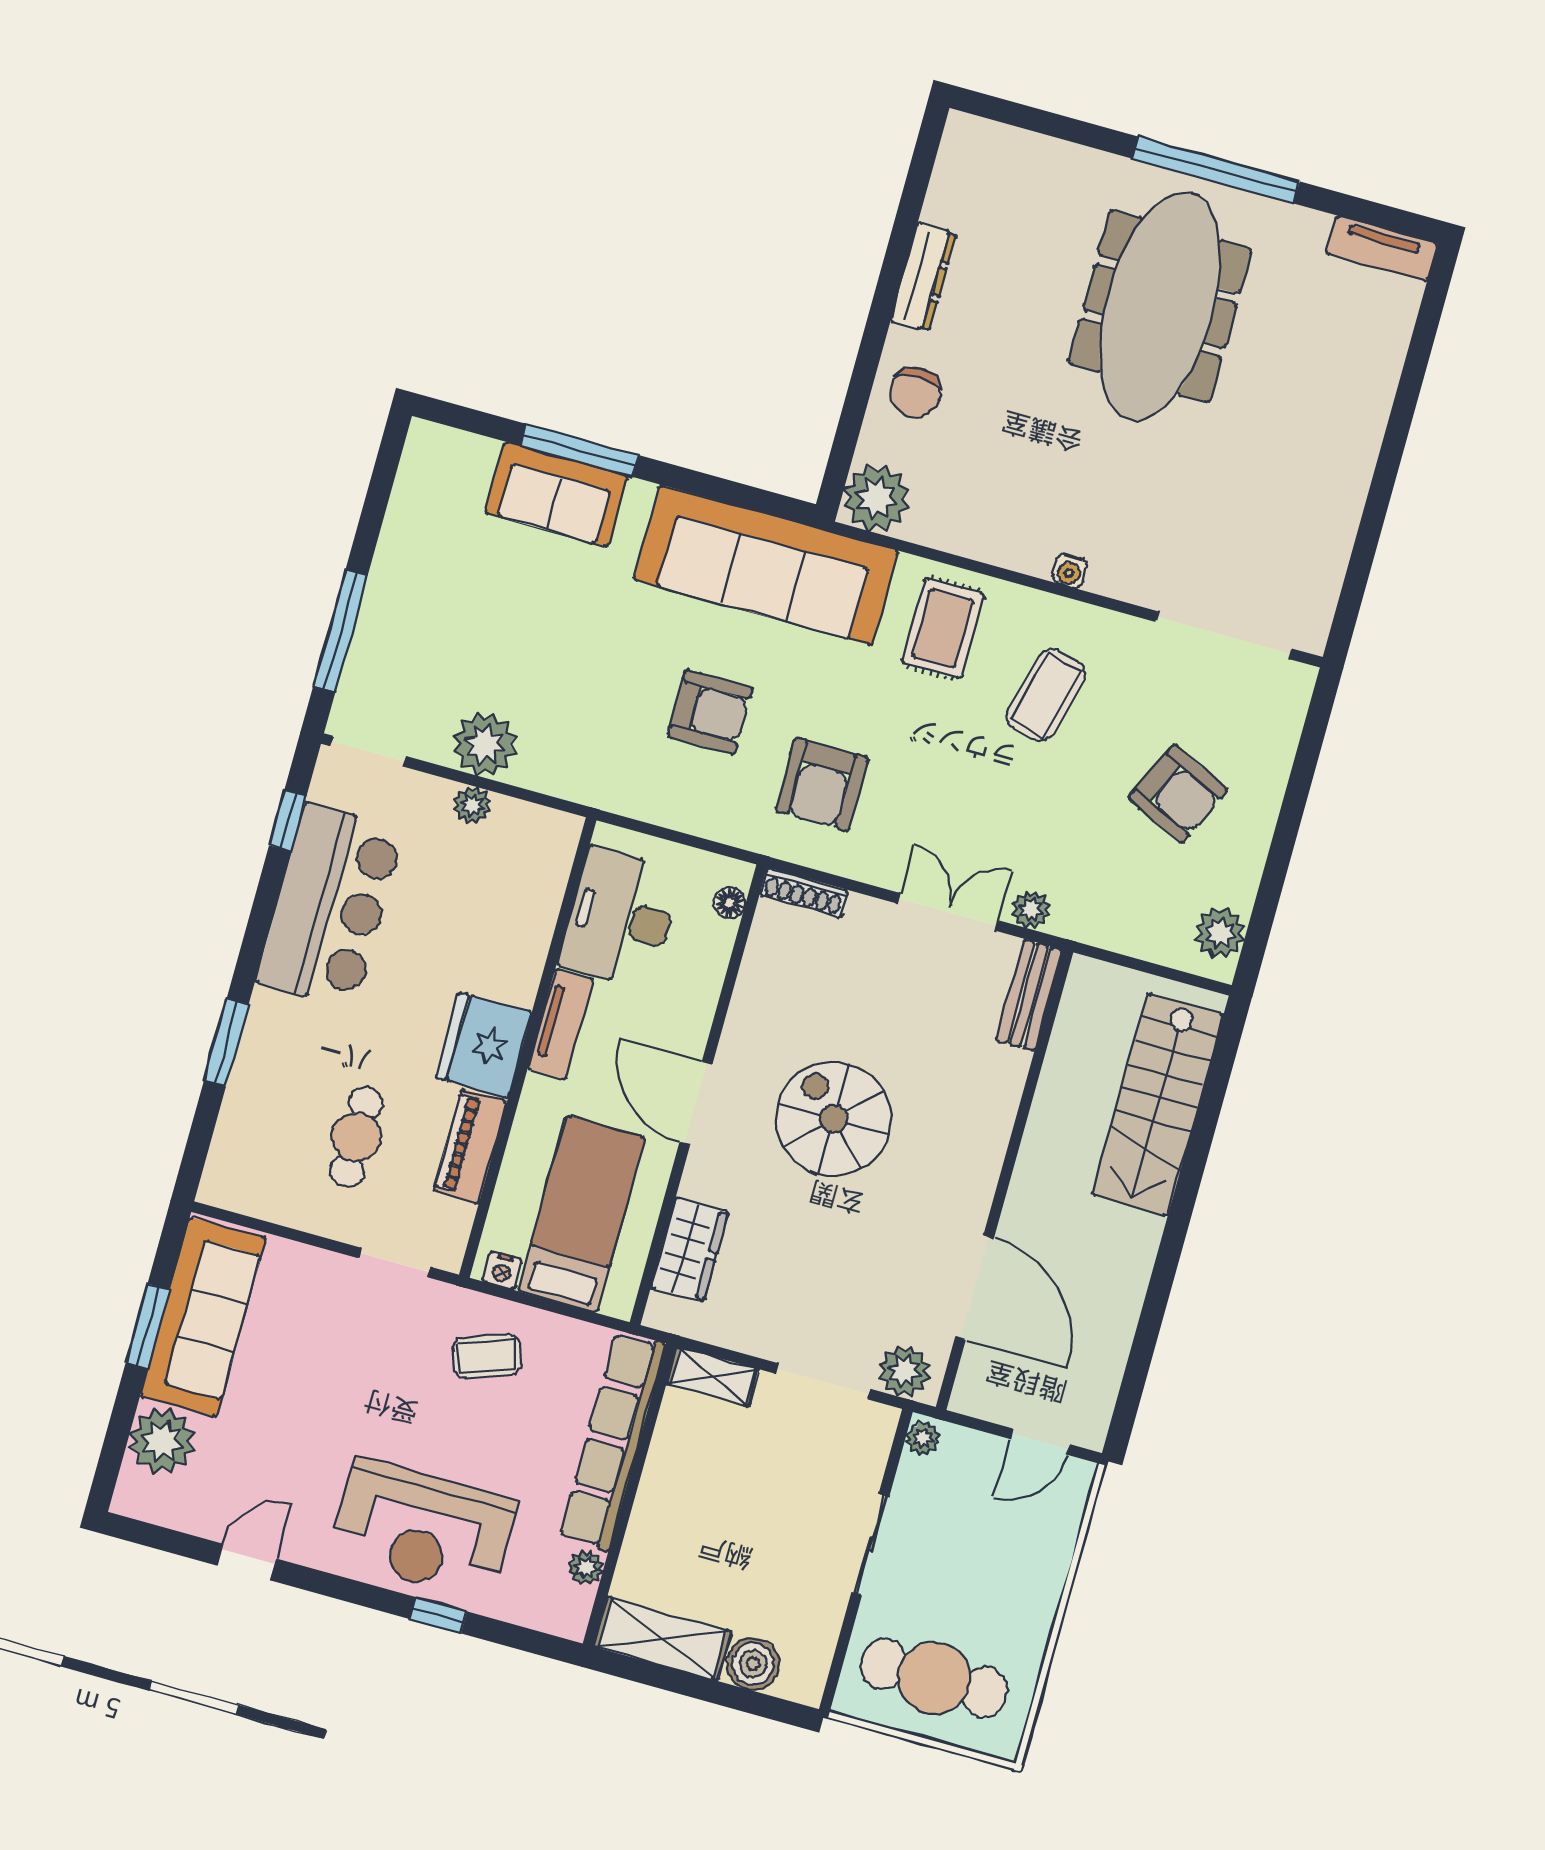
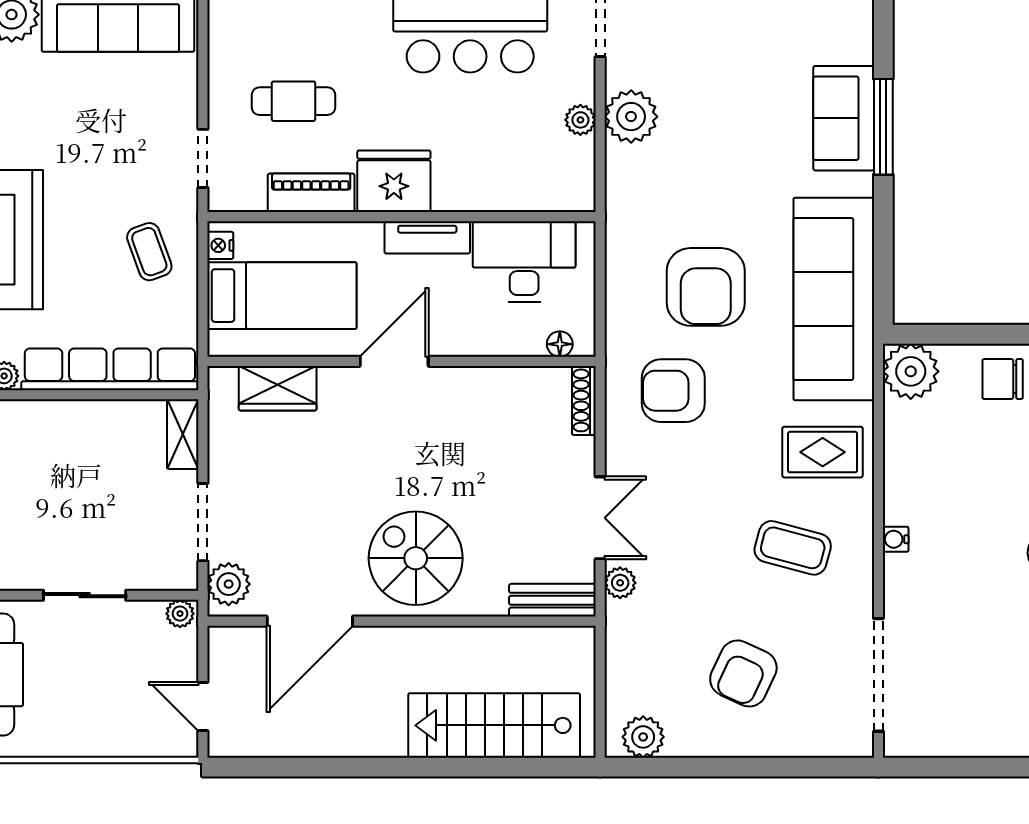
armchair: (710, 712) -> (706, 287), width x1.36, depth x1.36
spiral stairs: (834, 1119) -> (416, 558), moved, turned -90

